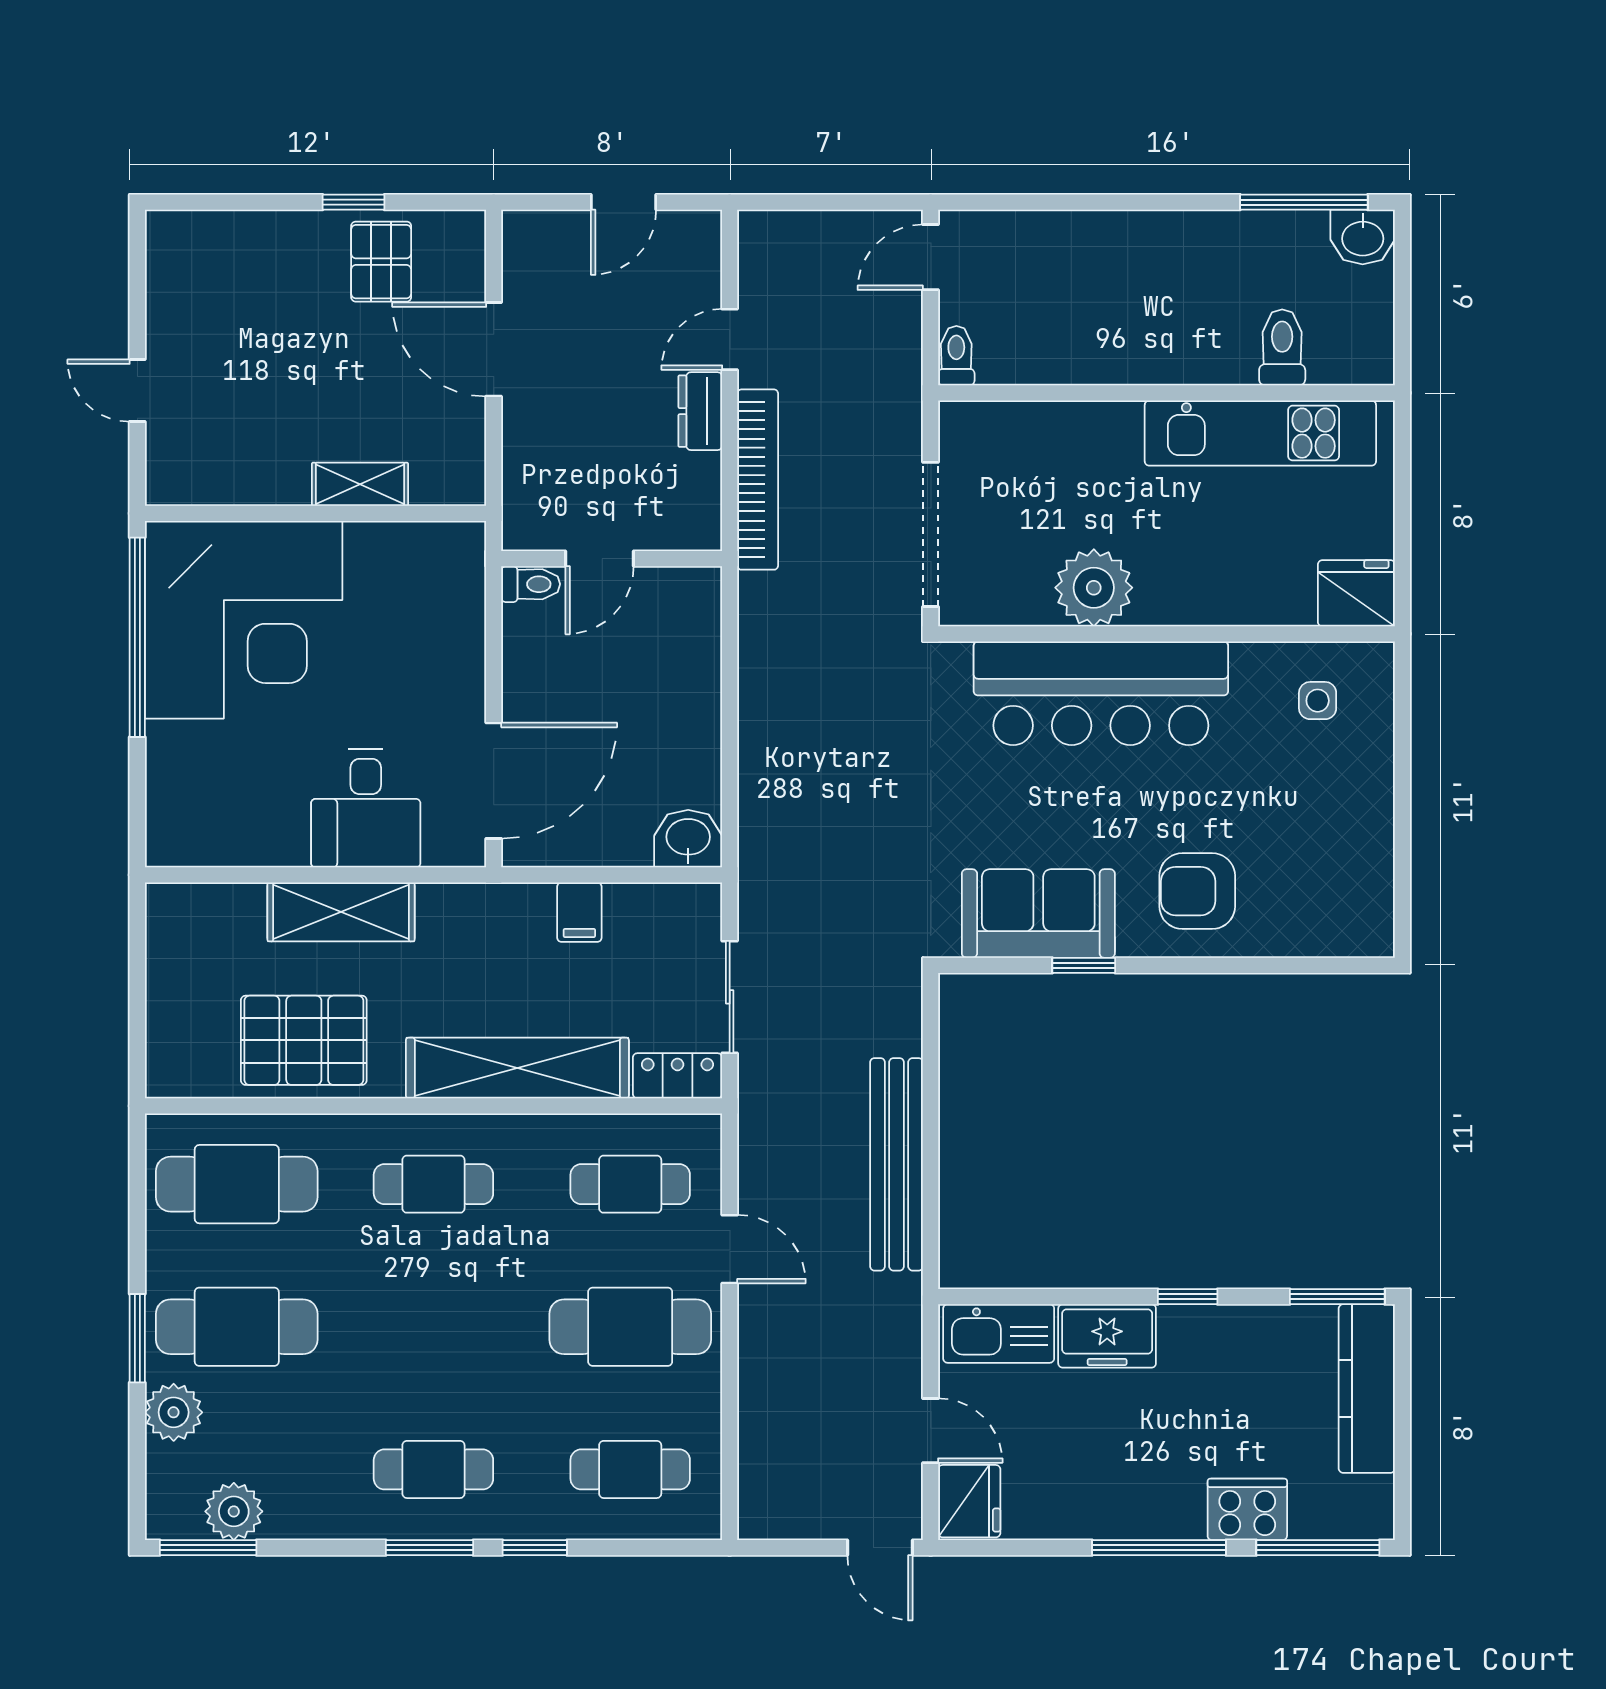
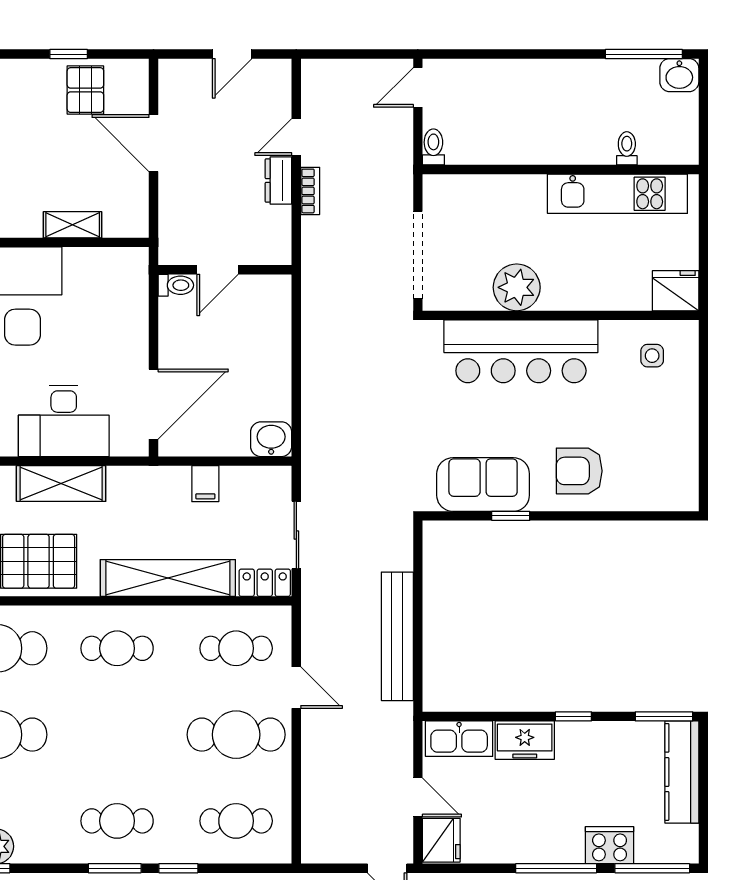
toilet: (1282, 347) -> (627, 148), width x0.73, depth x0.72
bookcase: (758, 480) -> (310, 191), width x0.43, depth x0.76
desk: (366, 808) -> (64, 421), width x1.37

